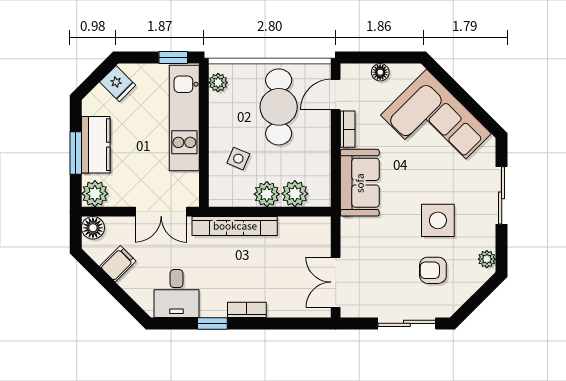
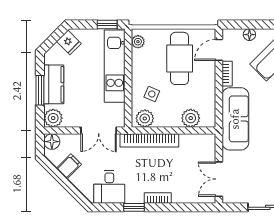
sofa: (360, 183) -> (235, 119), width x1.36
plant: (267, 194) -> (145, 118), moved

